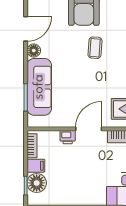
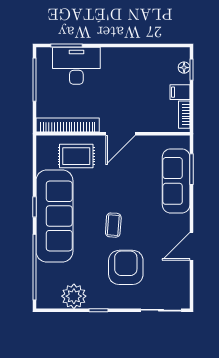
floor lamp: (34, 51) -> (182, 222), removed
printer: (68, 137) -> (144, 124), removed
floor lamp: (37, 183) -> (184, 68), width x0.53, depth x0.53

